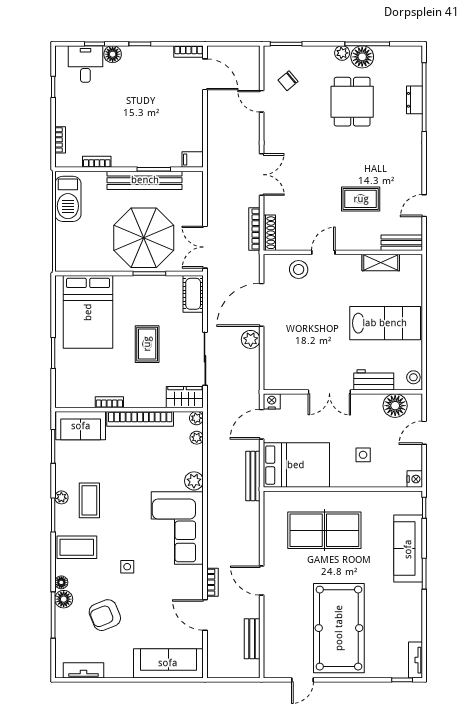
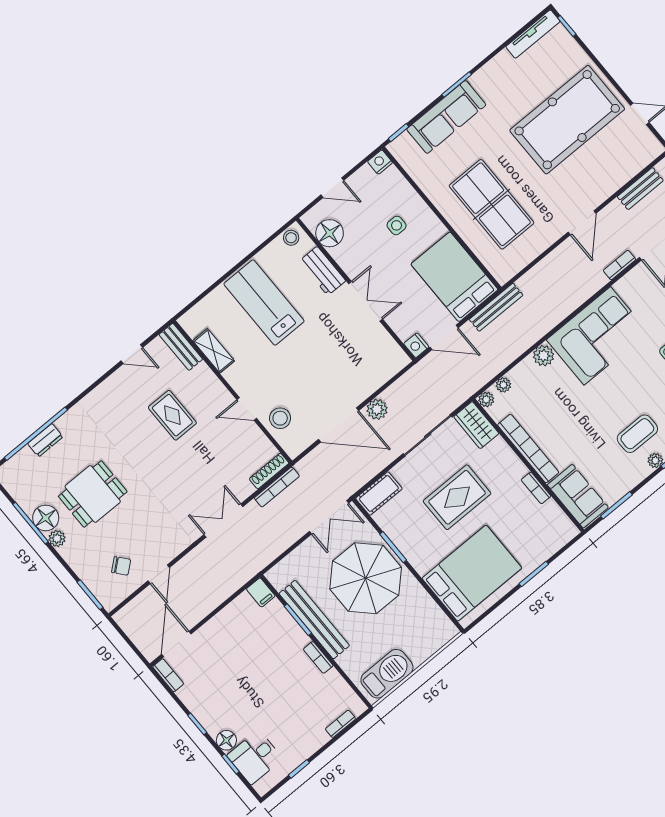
bookcase: (97, 162) -> (318, 657), moved
rug: (147, 344) -> (457, 497), width x1.36, depth x1.43
tv unit: (415, 660) -> (533, 34), width x1.41

